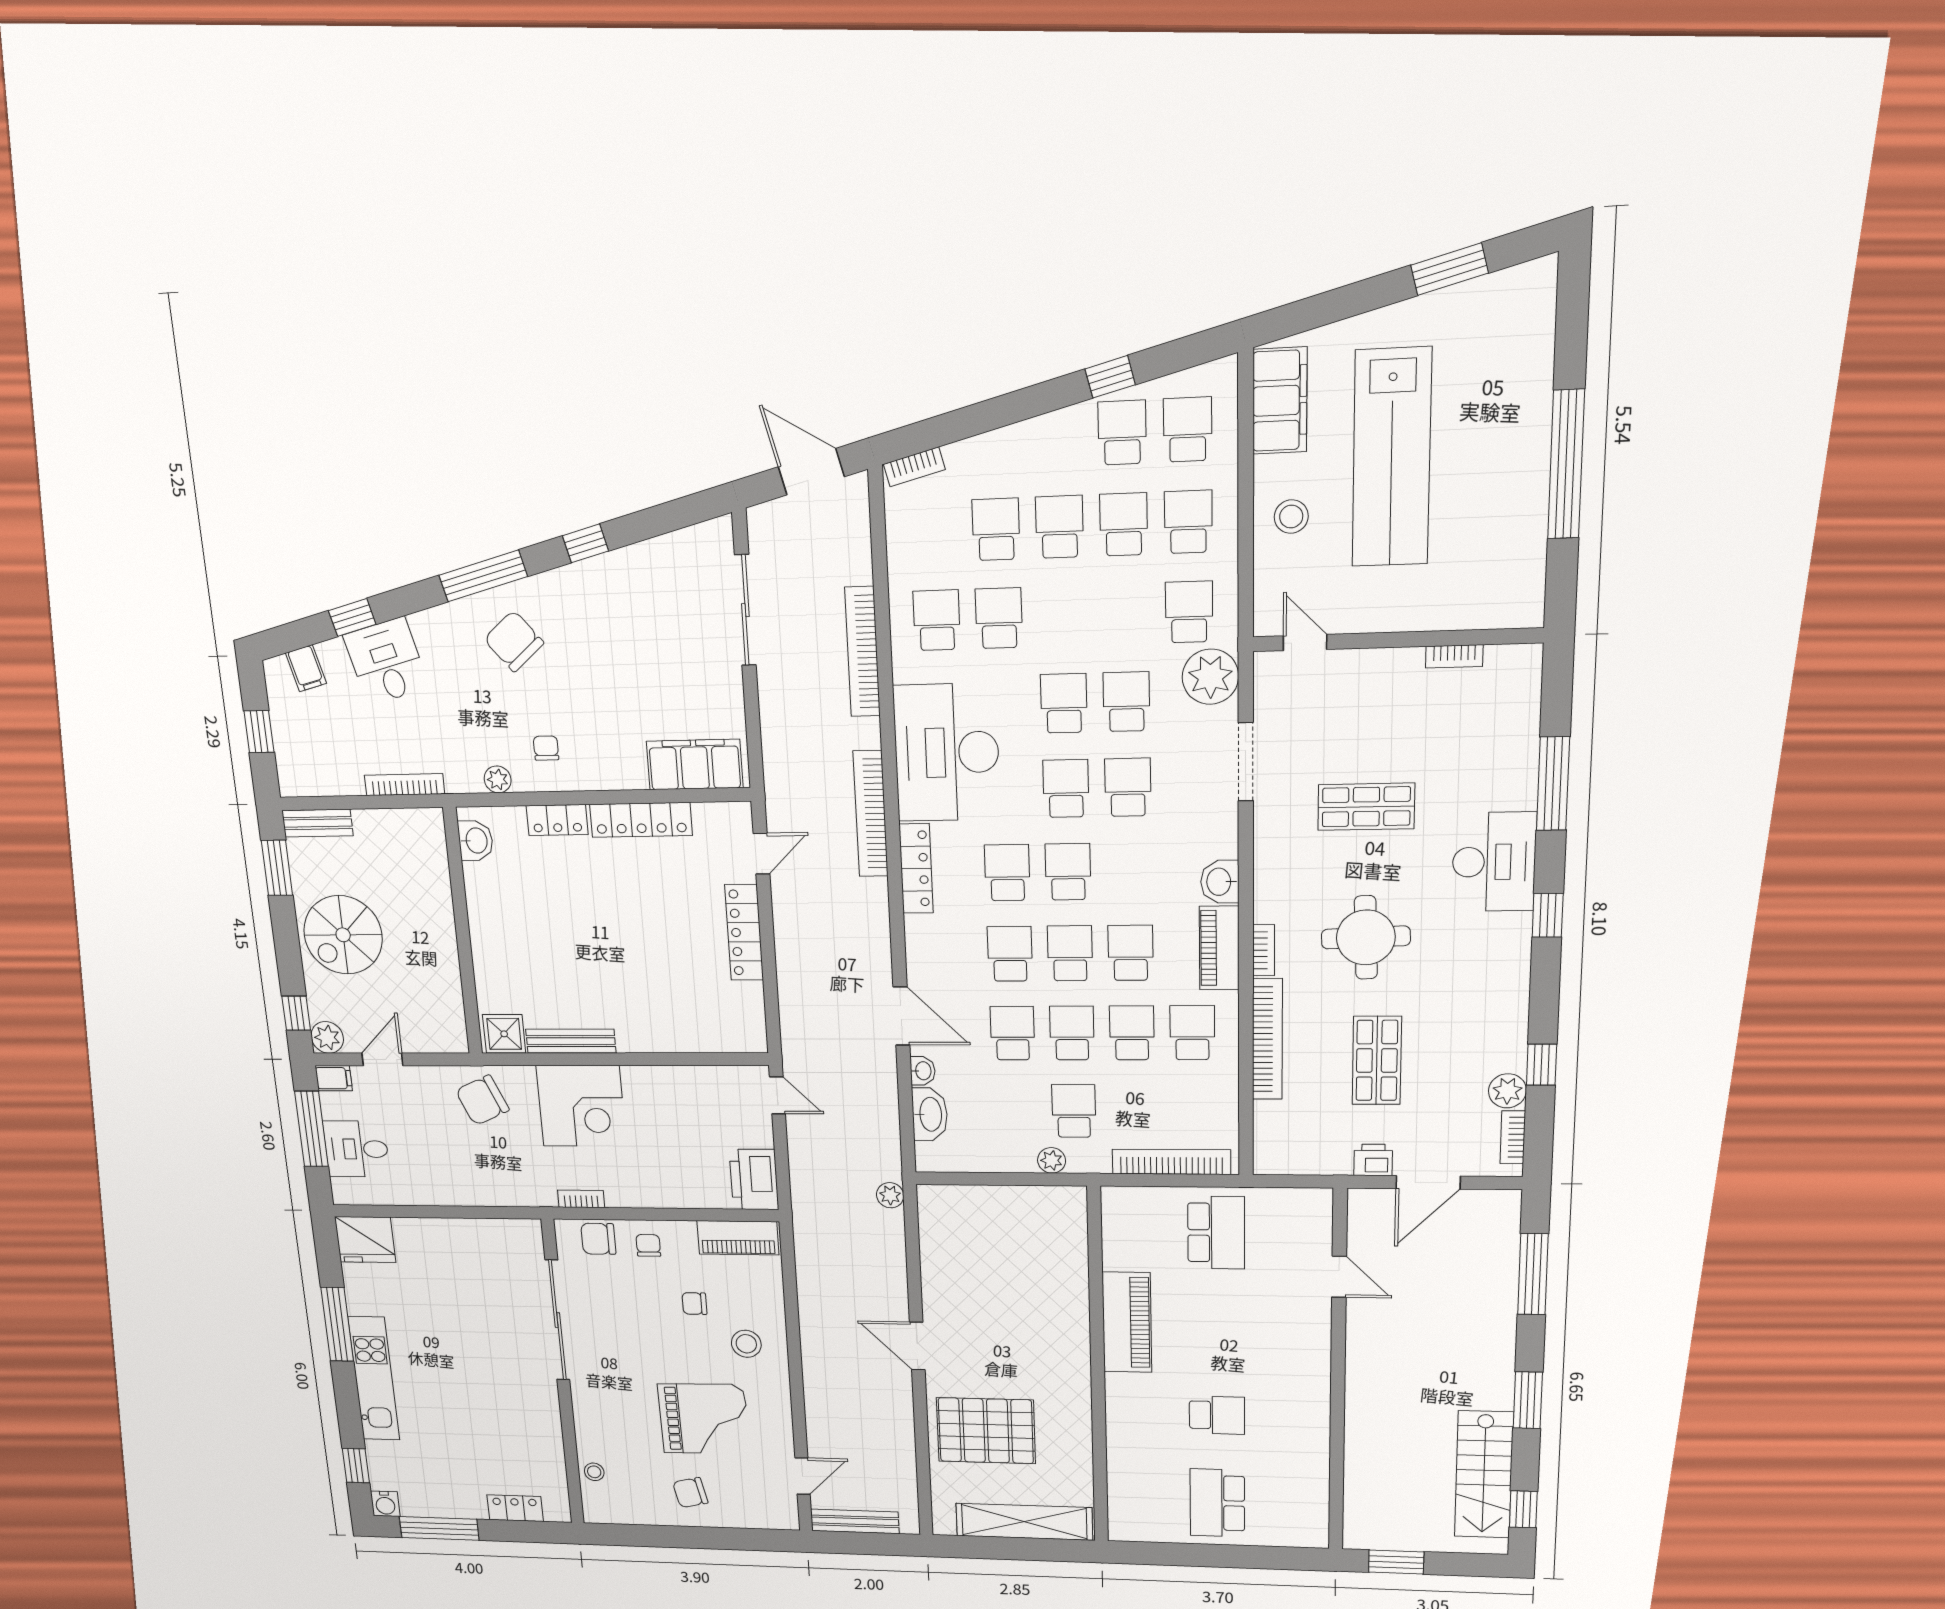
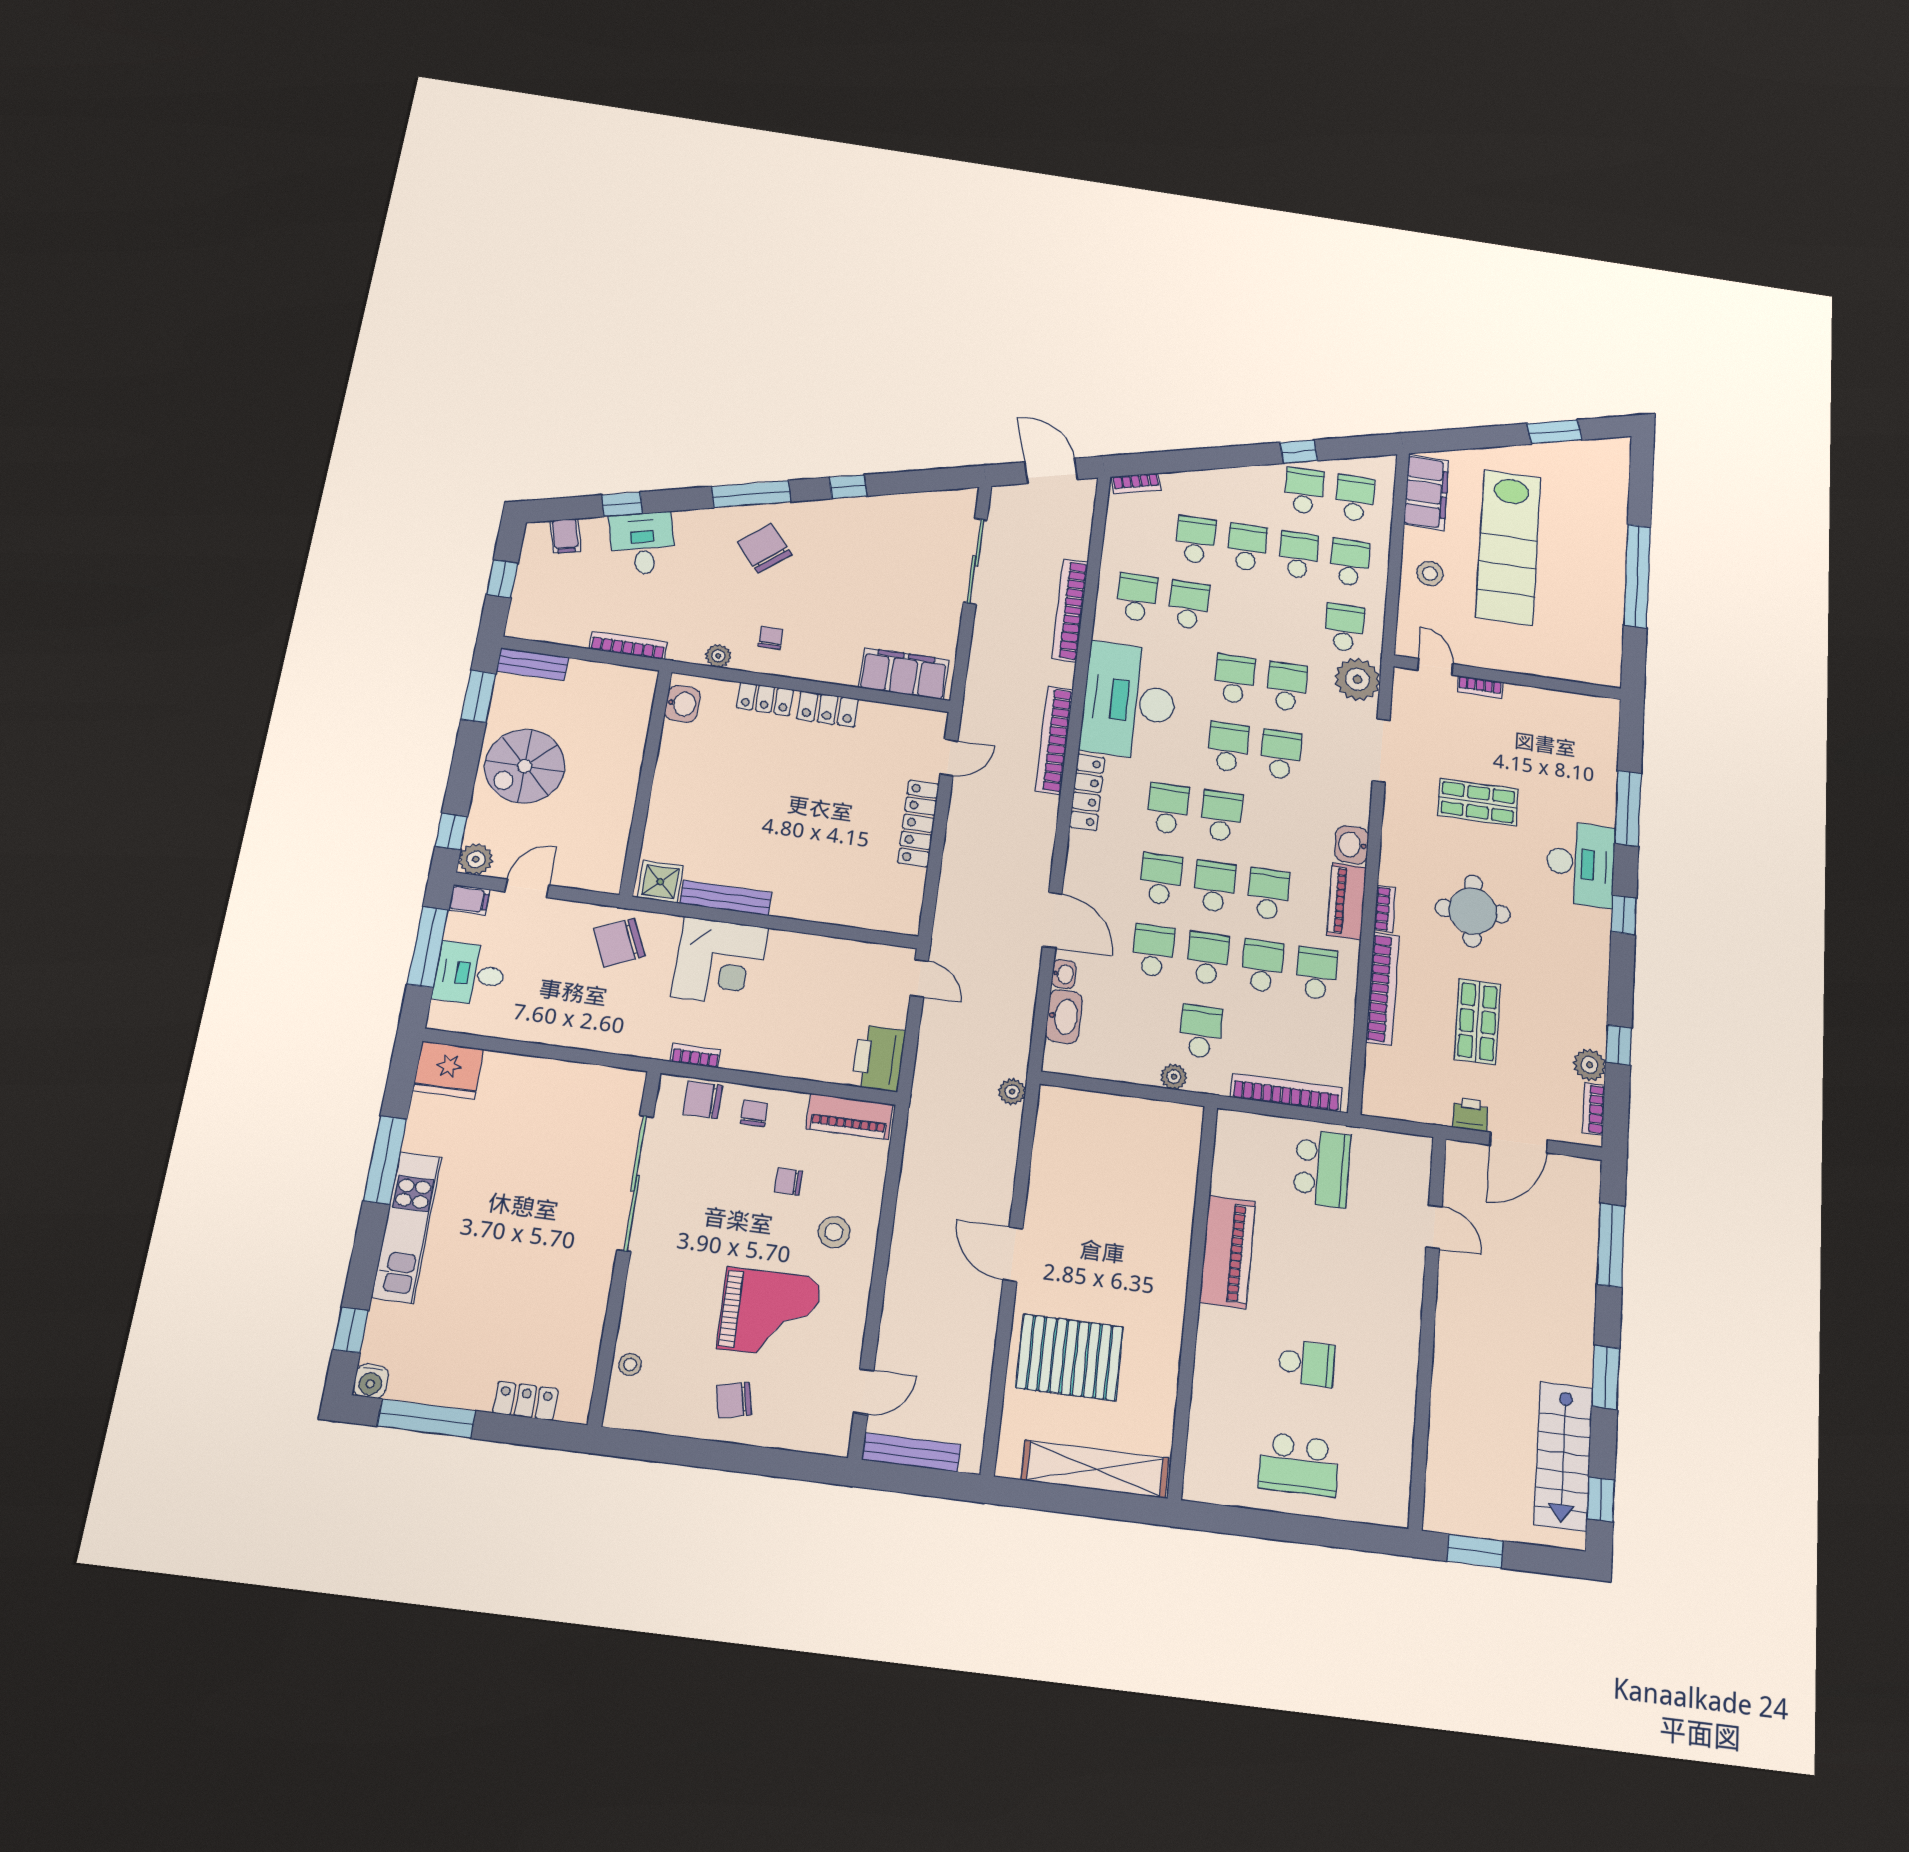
bookcase: (1454, 656) -> (1480, 687), moved
locker: (641, 820) -> (828, 709), width x0.66
school desk: (1217, 1503) -> (1299, 1465), turned -90

